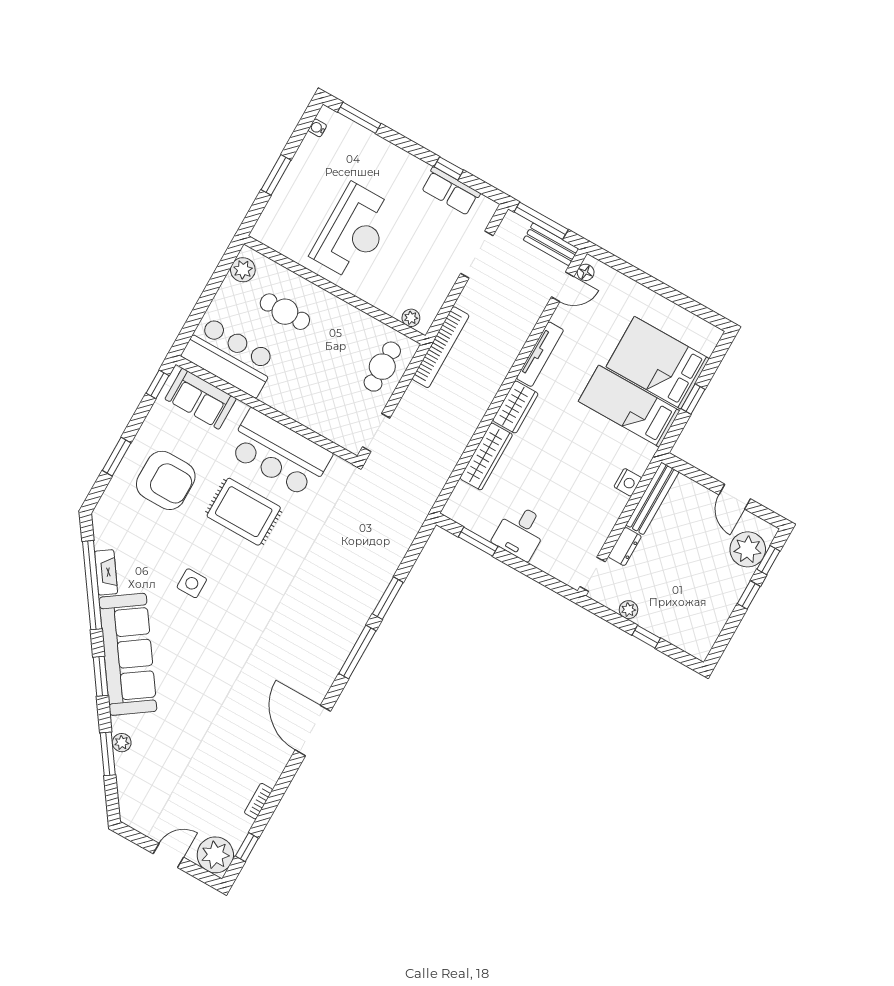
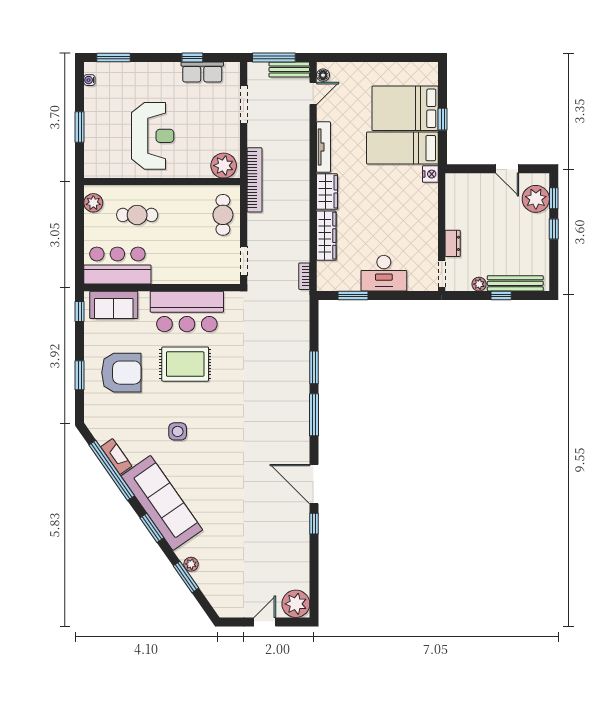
plant: (411, 318) -> (224, 166), width x1.88, depth x1.88
nightstand: (628, 482) -> (430, 174), moved
bench: (652, 498) -> (515, 283), moved, turned 90
desk: (520, 532) -> (384, 273), width x1.37
bookcase: (258, 801) -> (304, 276), moved
window: (247, 847) -> (314, 524), moved

